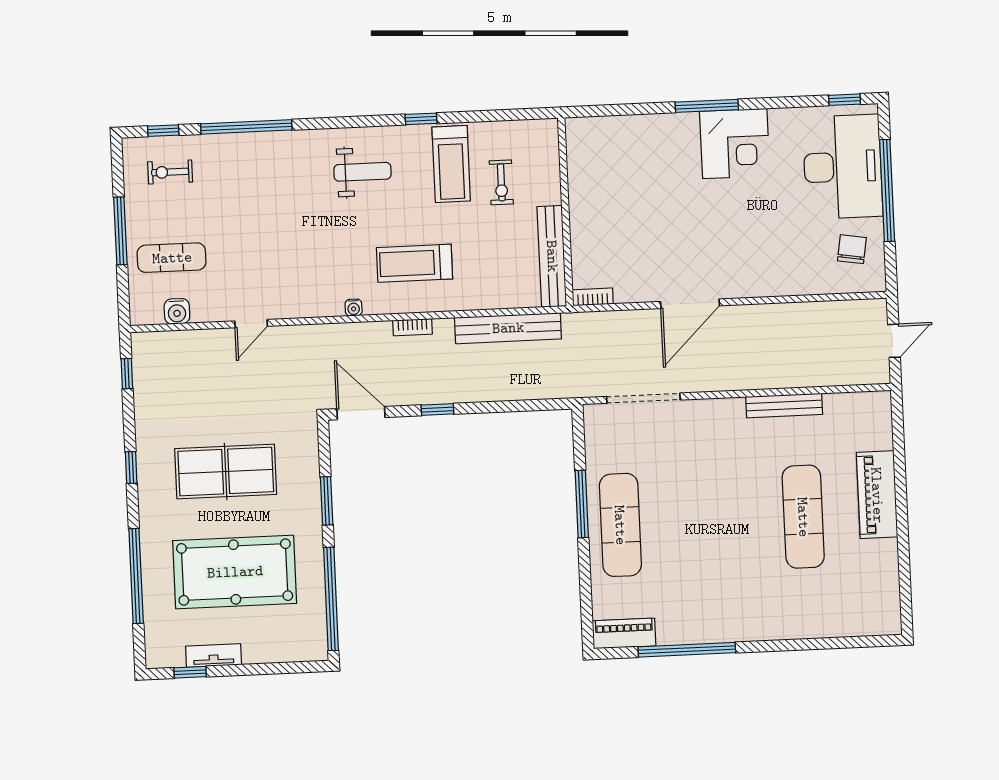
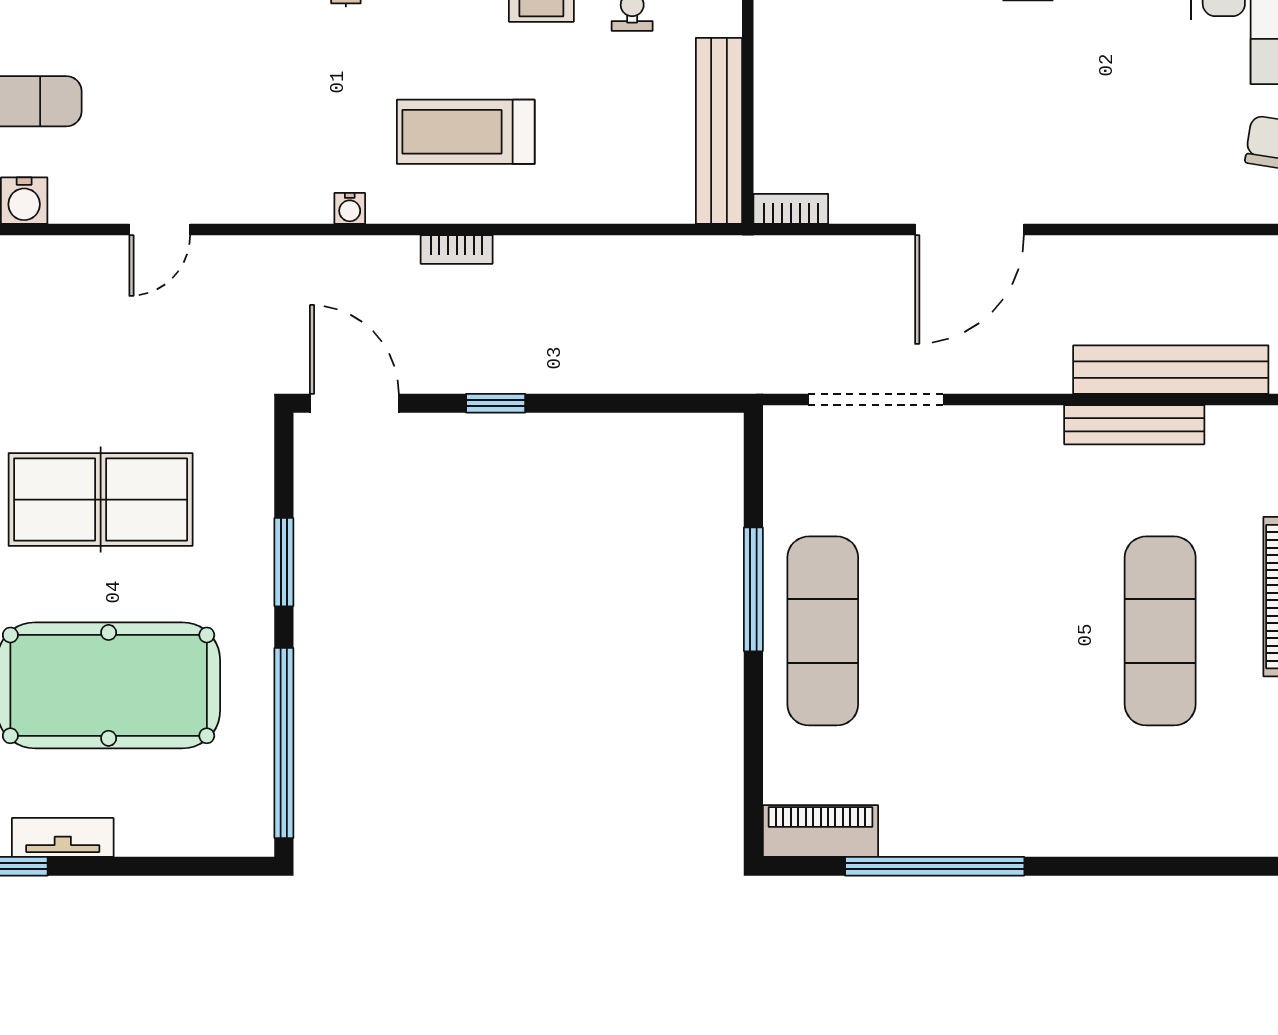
bench: (508, 328) -> (1171, 370), moved

